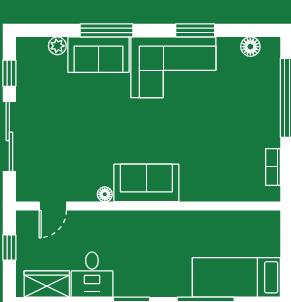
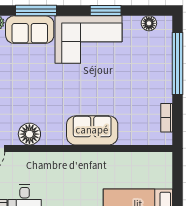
sofa: (146, 183) -> (92, 130), moved
floor lamp: (105, 194) -> (29, 134), width x1.89, depth x1.89

